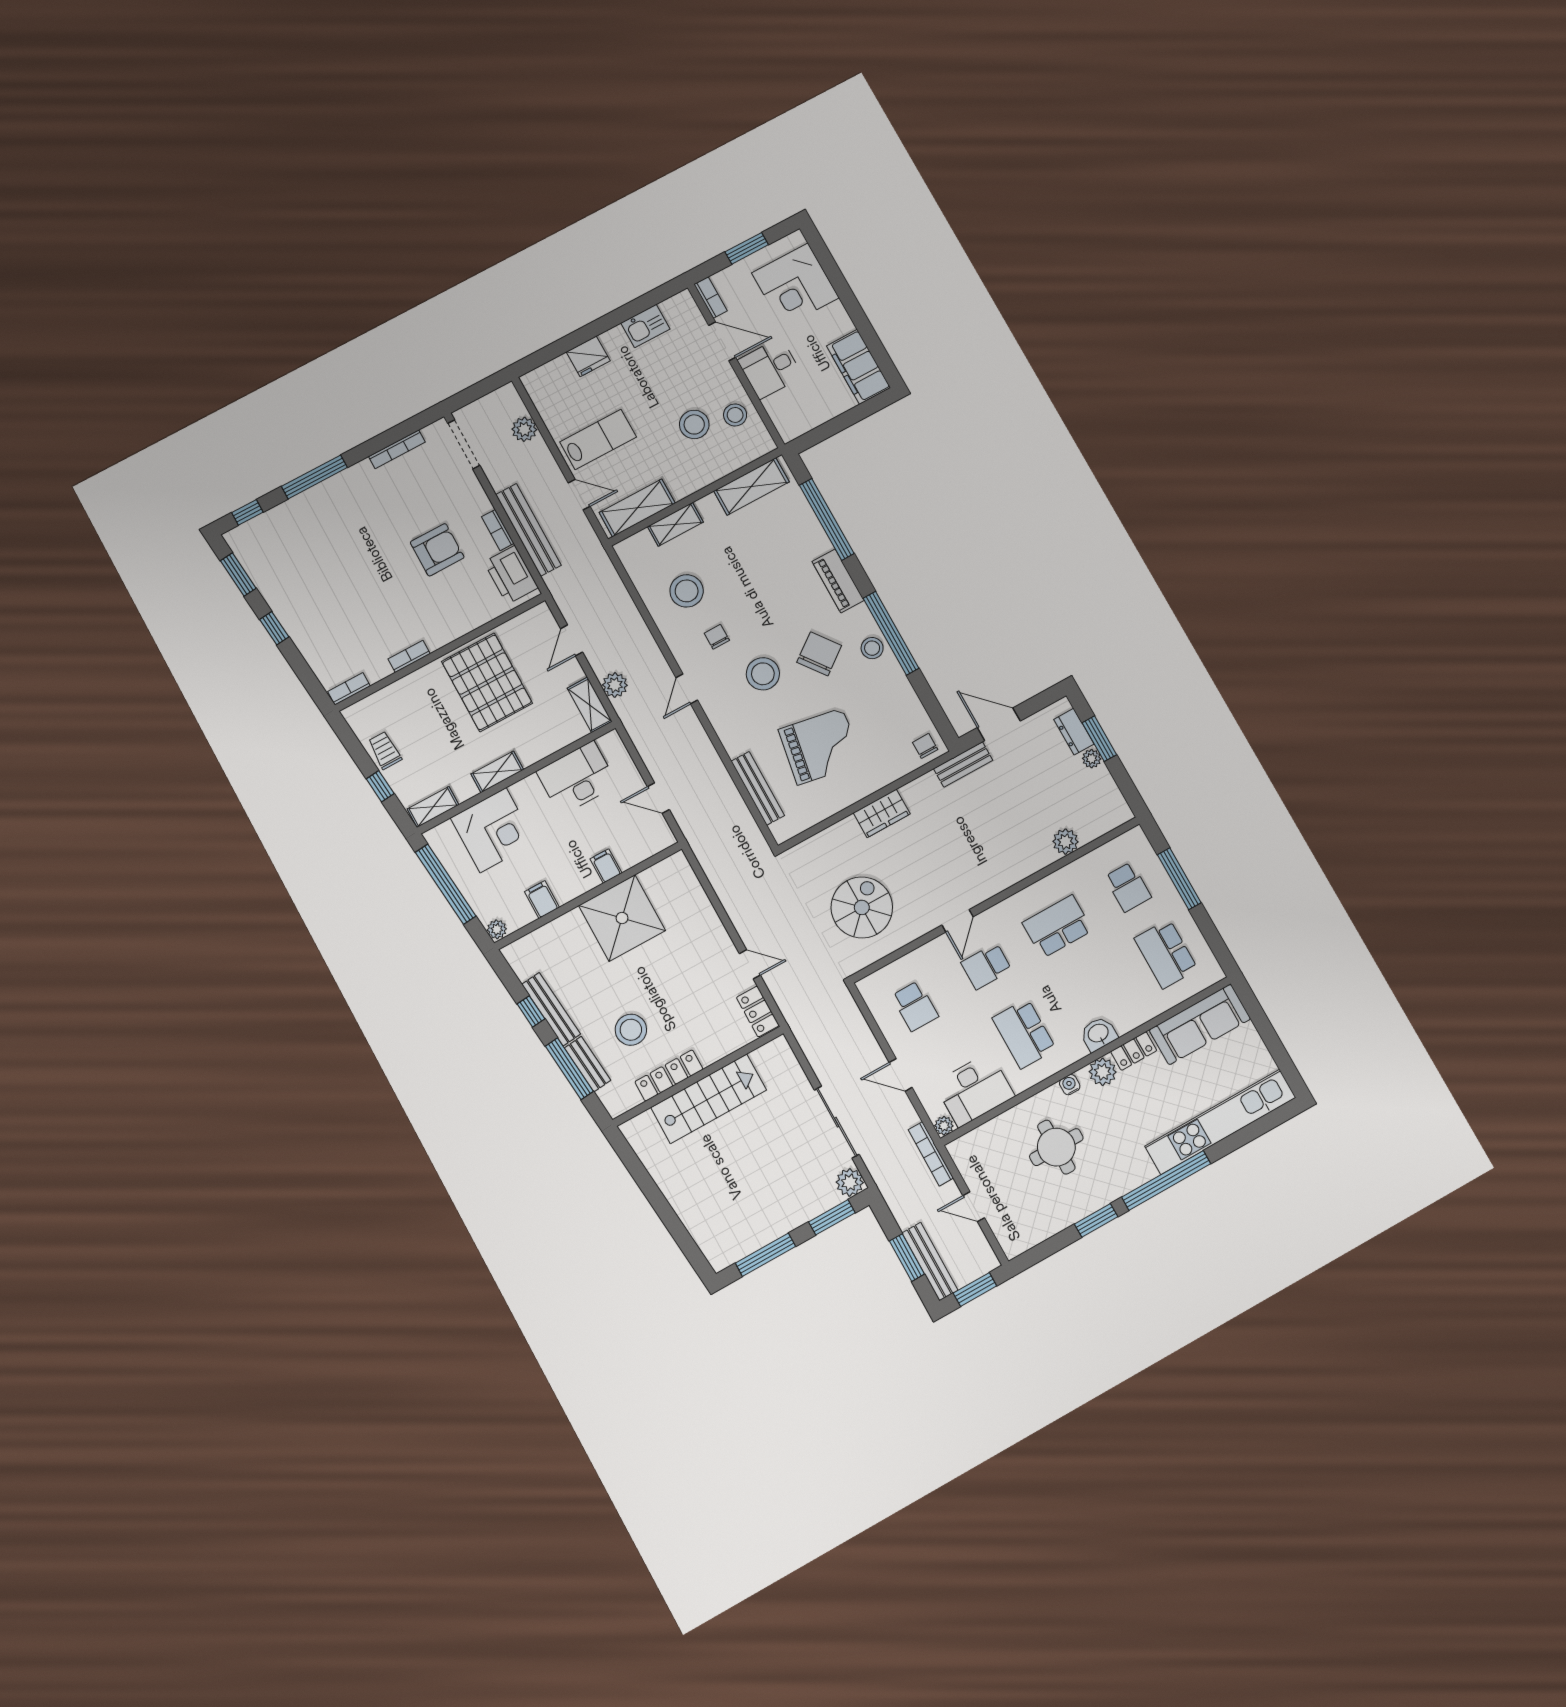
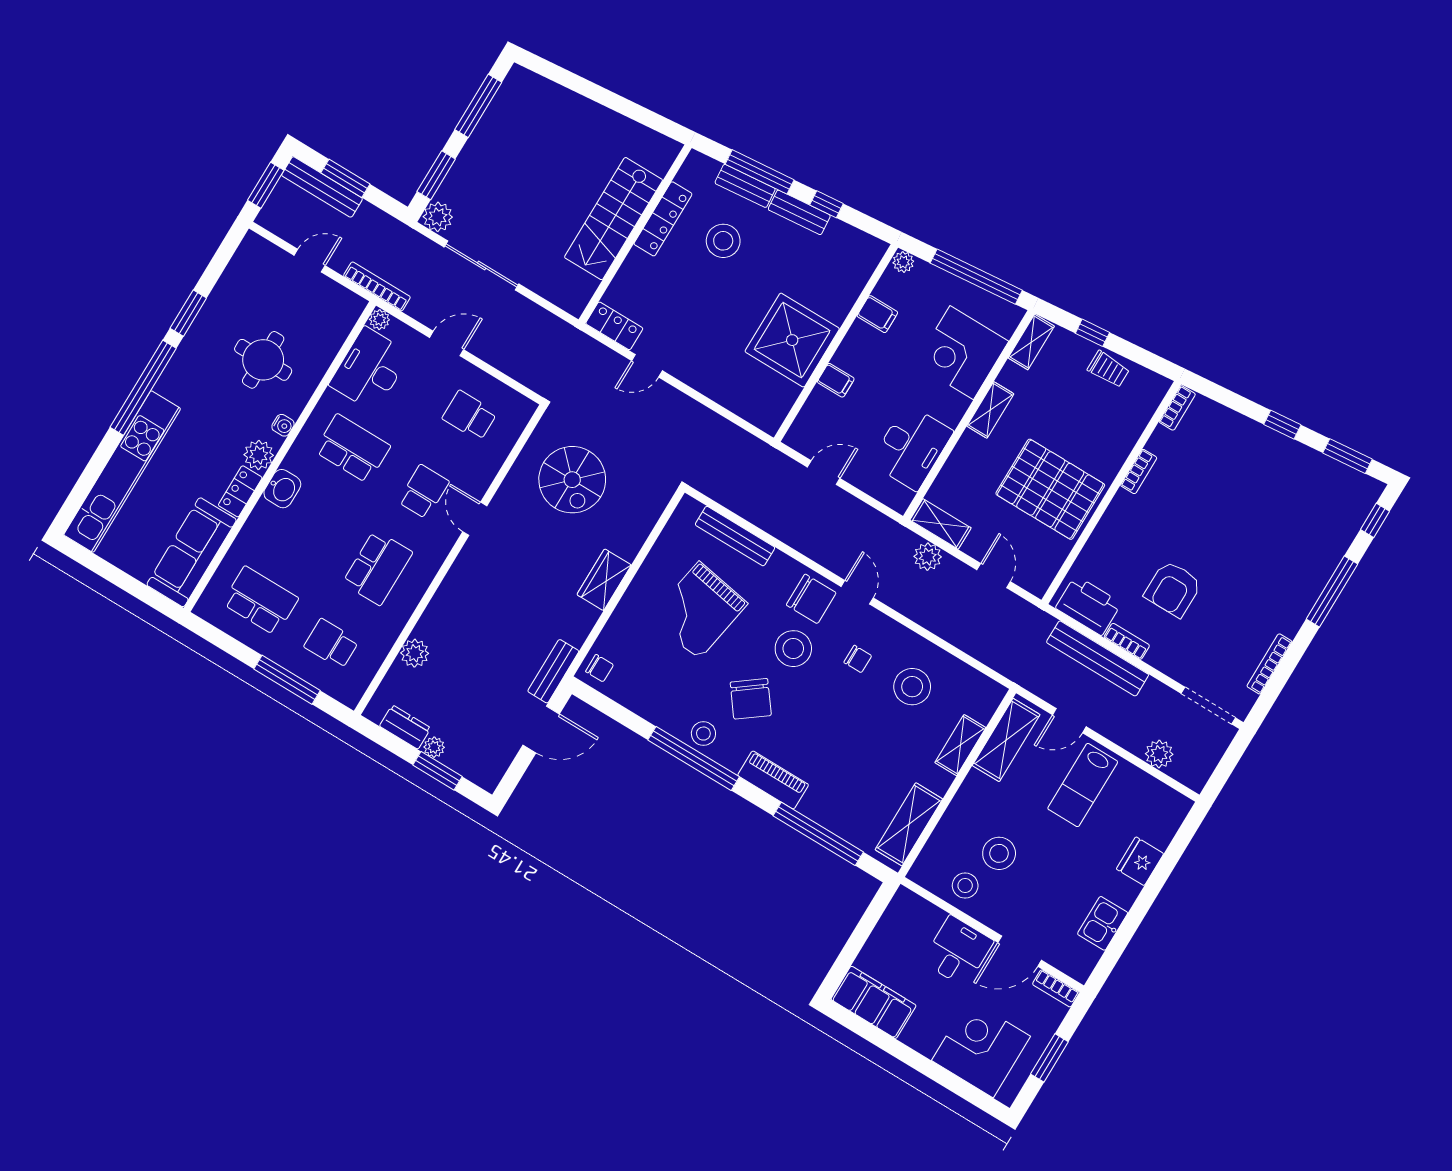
chair: (726, 705) -> (811, 599), added
dresser: (1074, 732) -> (405, 727), moved
bench: (551, 1009) -> (799, 212), width x0.73

